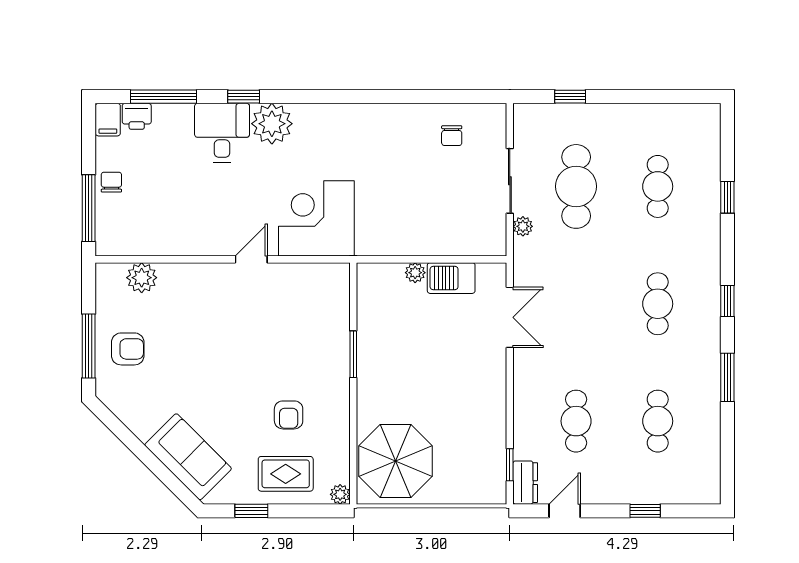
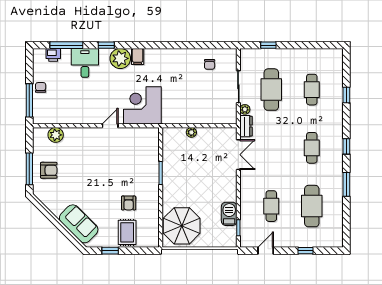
filing cabinet: (108, 120) -> (138, 56), moved
desk: (222, 133) -> (85, 63), moved
barbecue: (451, 278) -> (229, 214), moved, turned 90
cafe table: (658, 421) -> (312, 206), width x1.37, depth x1.35
rug: (286, 474) -> (127, 232), turned 90
dresser: (525, 483) -> (246, 126), moved
plant: (340, 494) -> (154, 242), removed

